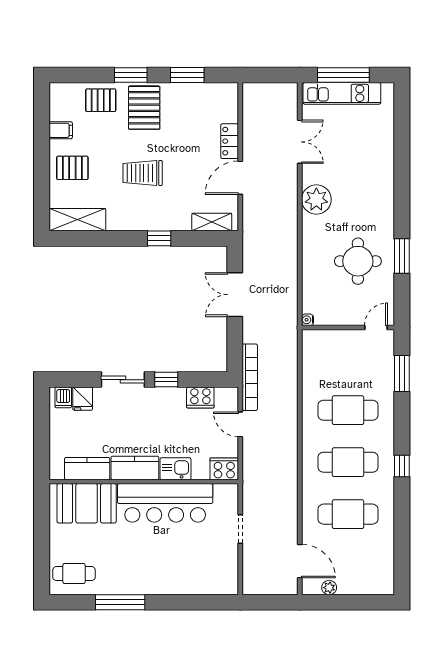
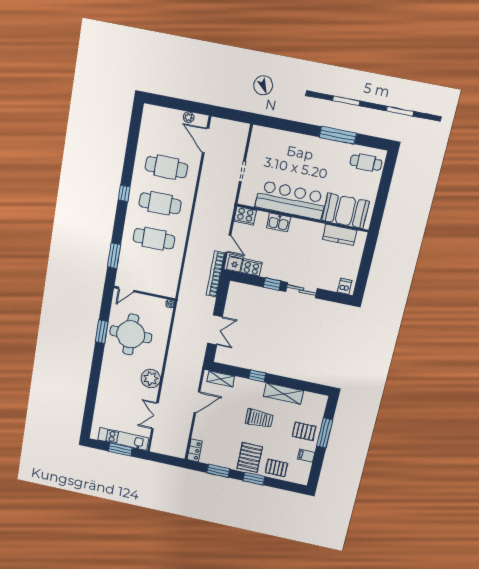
window: (343, 75) -> (120, 450), width x0.69
locker: (230, 141) -> (195, 450), moved
window: (42, 172) -> (325, 433), added
shelving: (77, 220) -> (283, 394), moved
round table: (358, 261) -> (131, 334), width x1.36, depth x1.36
fridge: (83, 399) -> (235, 263), moved
kitchen counter: (135, 468) -> (306, 229), removed

